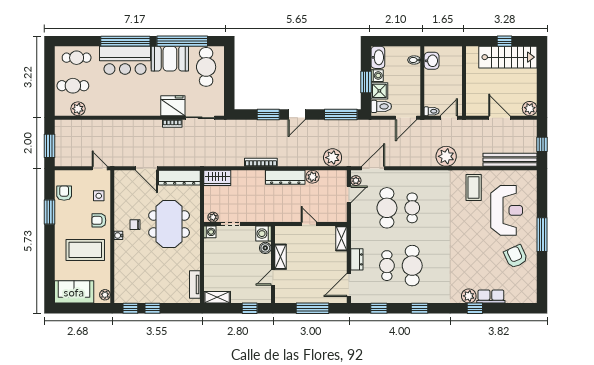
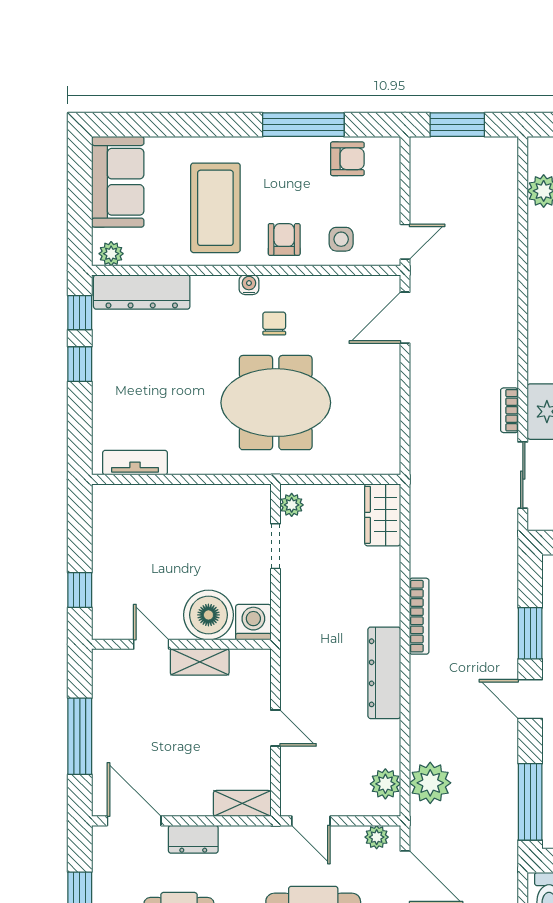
door: (146, 168) -> (405, 318), moved
plant: (312, 177) -> (385, 784), moved
dresser: (179, 178) -> (142, 292), moved, turned -90
door: (349, 194) -> (311, 821), moved
window: (49, 212) -> (303, 125), width x1.44
door: (309, 224) -> (276, 728), hinge flipped
washing machine: (210, 232) -> (257, 498), removed
boiler: (265, 248) -> (208, 615), width x1.86, depth x1.86
shelving: (217, 297) -> (105, 515), removed

